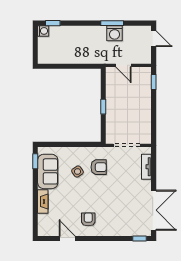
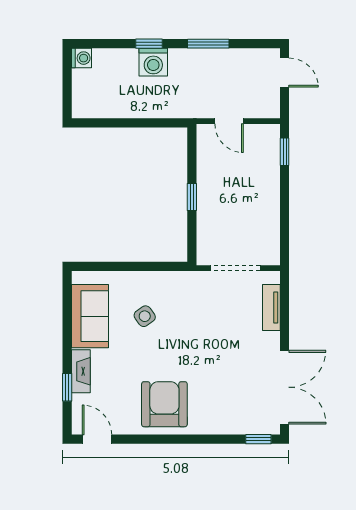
window: (53, 23) -> (149, 44), moved
washing machine: (115, 33) -> (153, 62), moved
window: (35, 161) -> (67, 387), moved
armchair: (99, 167) -> (184, 308), removed
armchair: (88, 219) -> (164, 404), width x1.88, depth x1.88
door: (67, 238) -> (97, 439), moved

